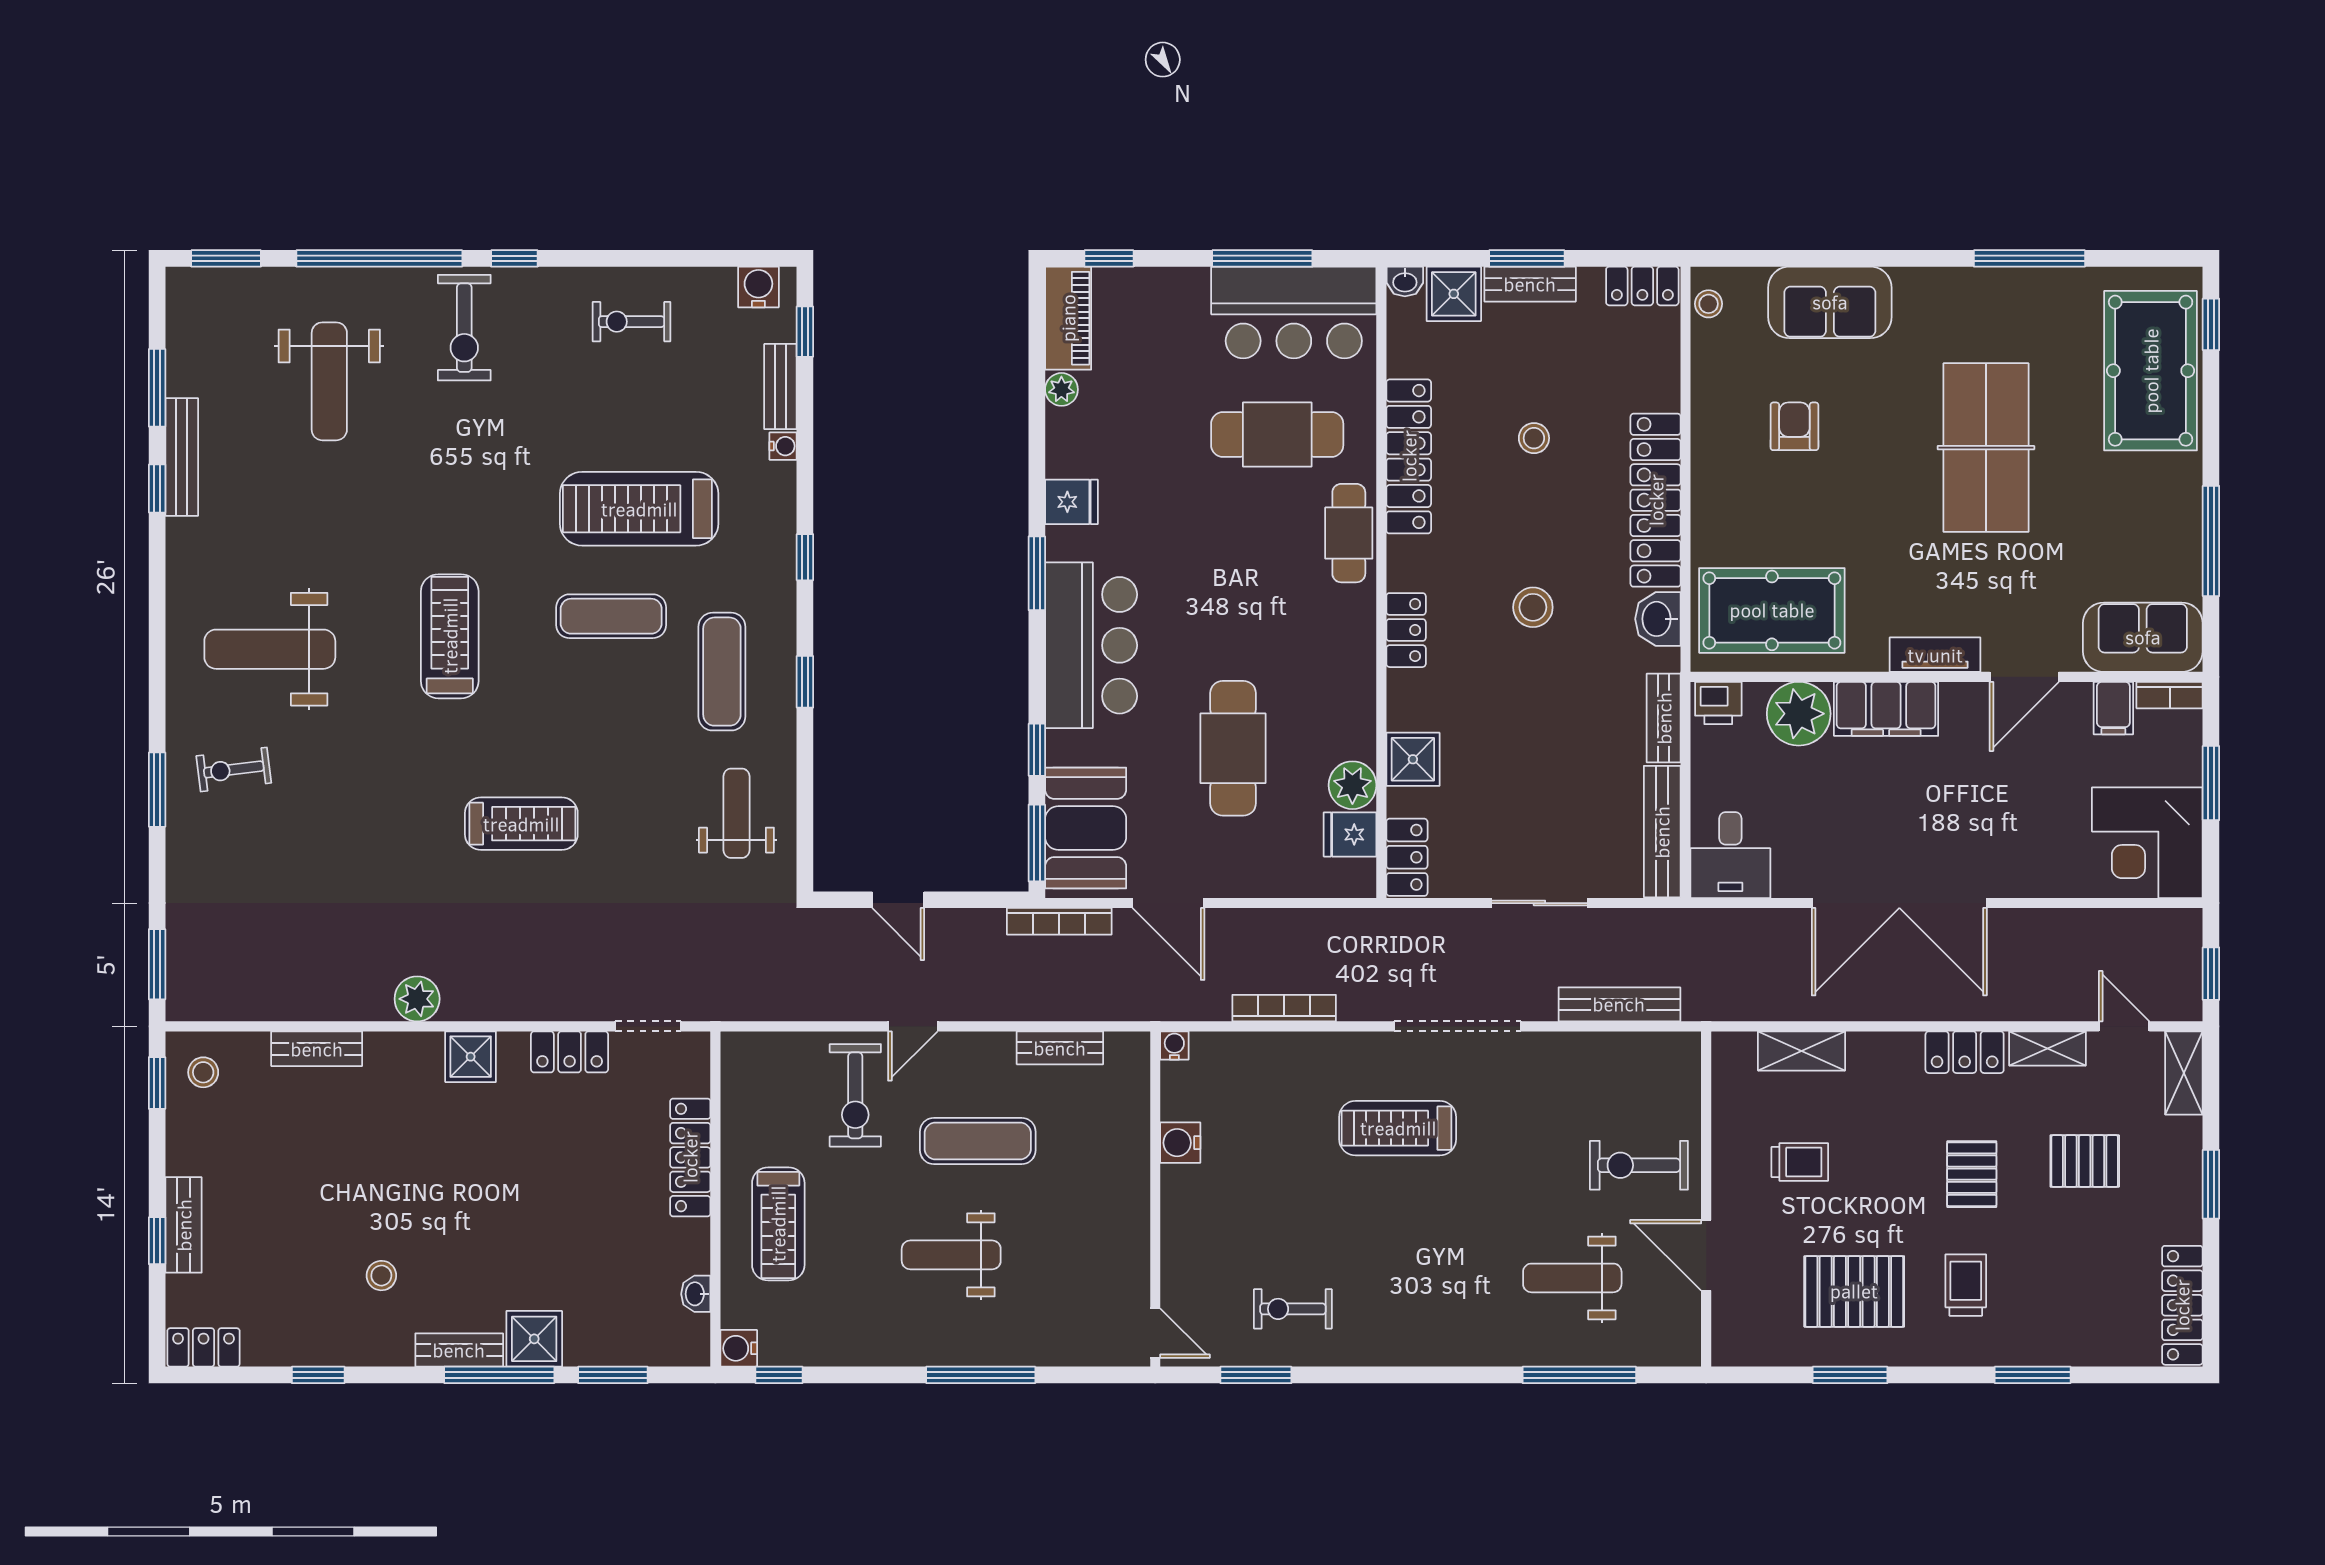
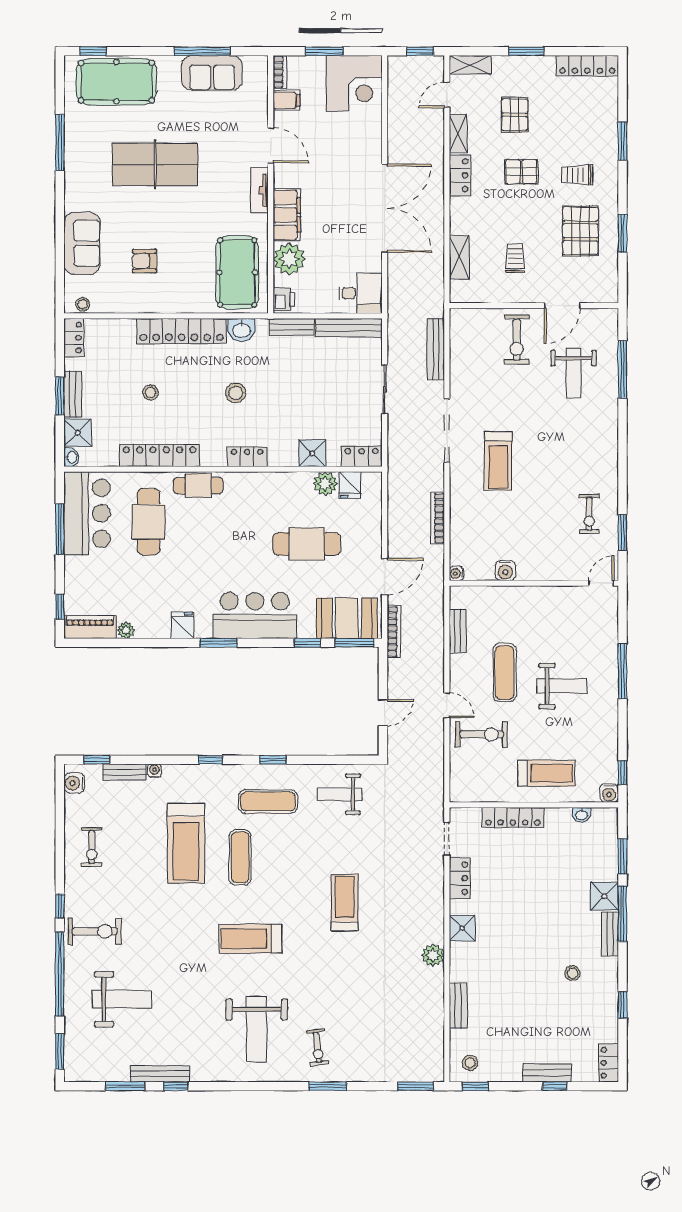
sofa: (2143, 637) -> (212, 73), moved, turned -90
weight bench: (951, 1255) -> (562, 686), turned -90

